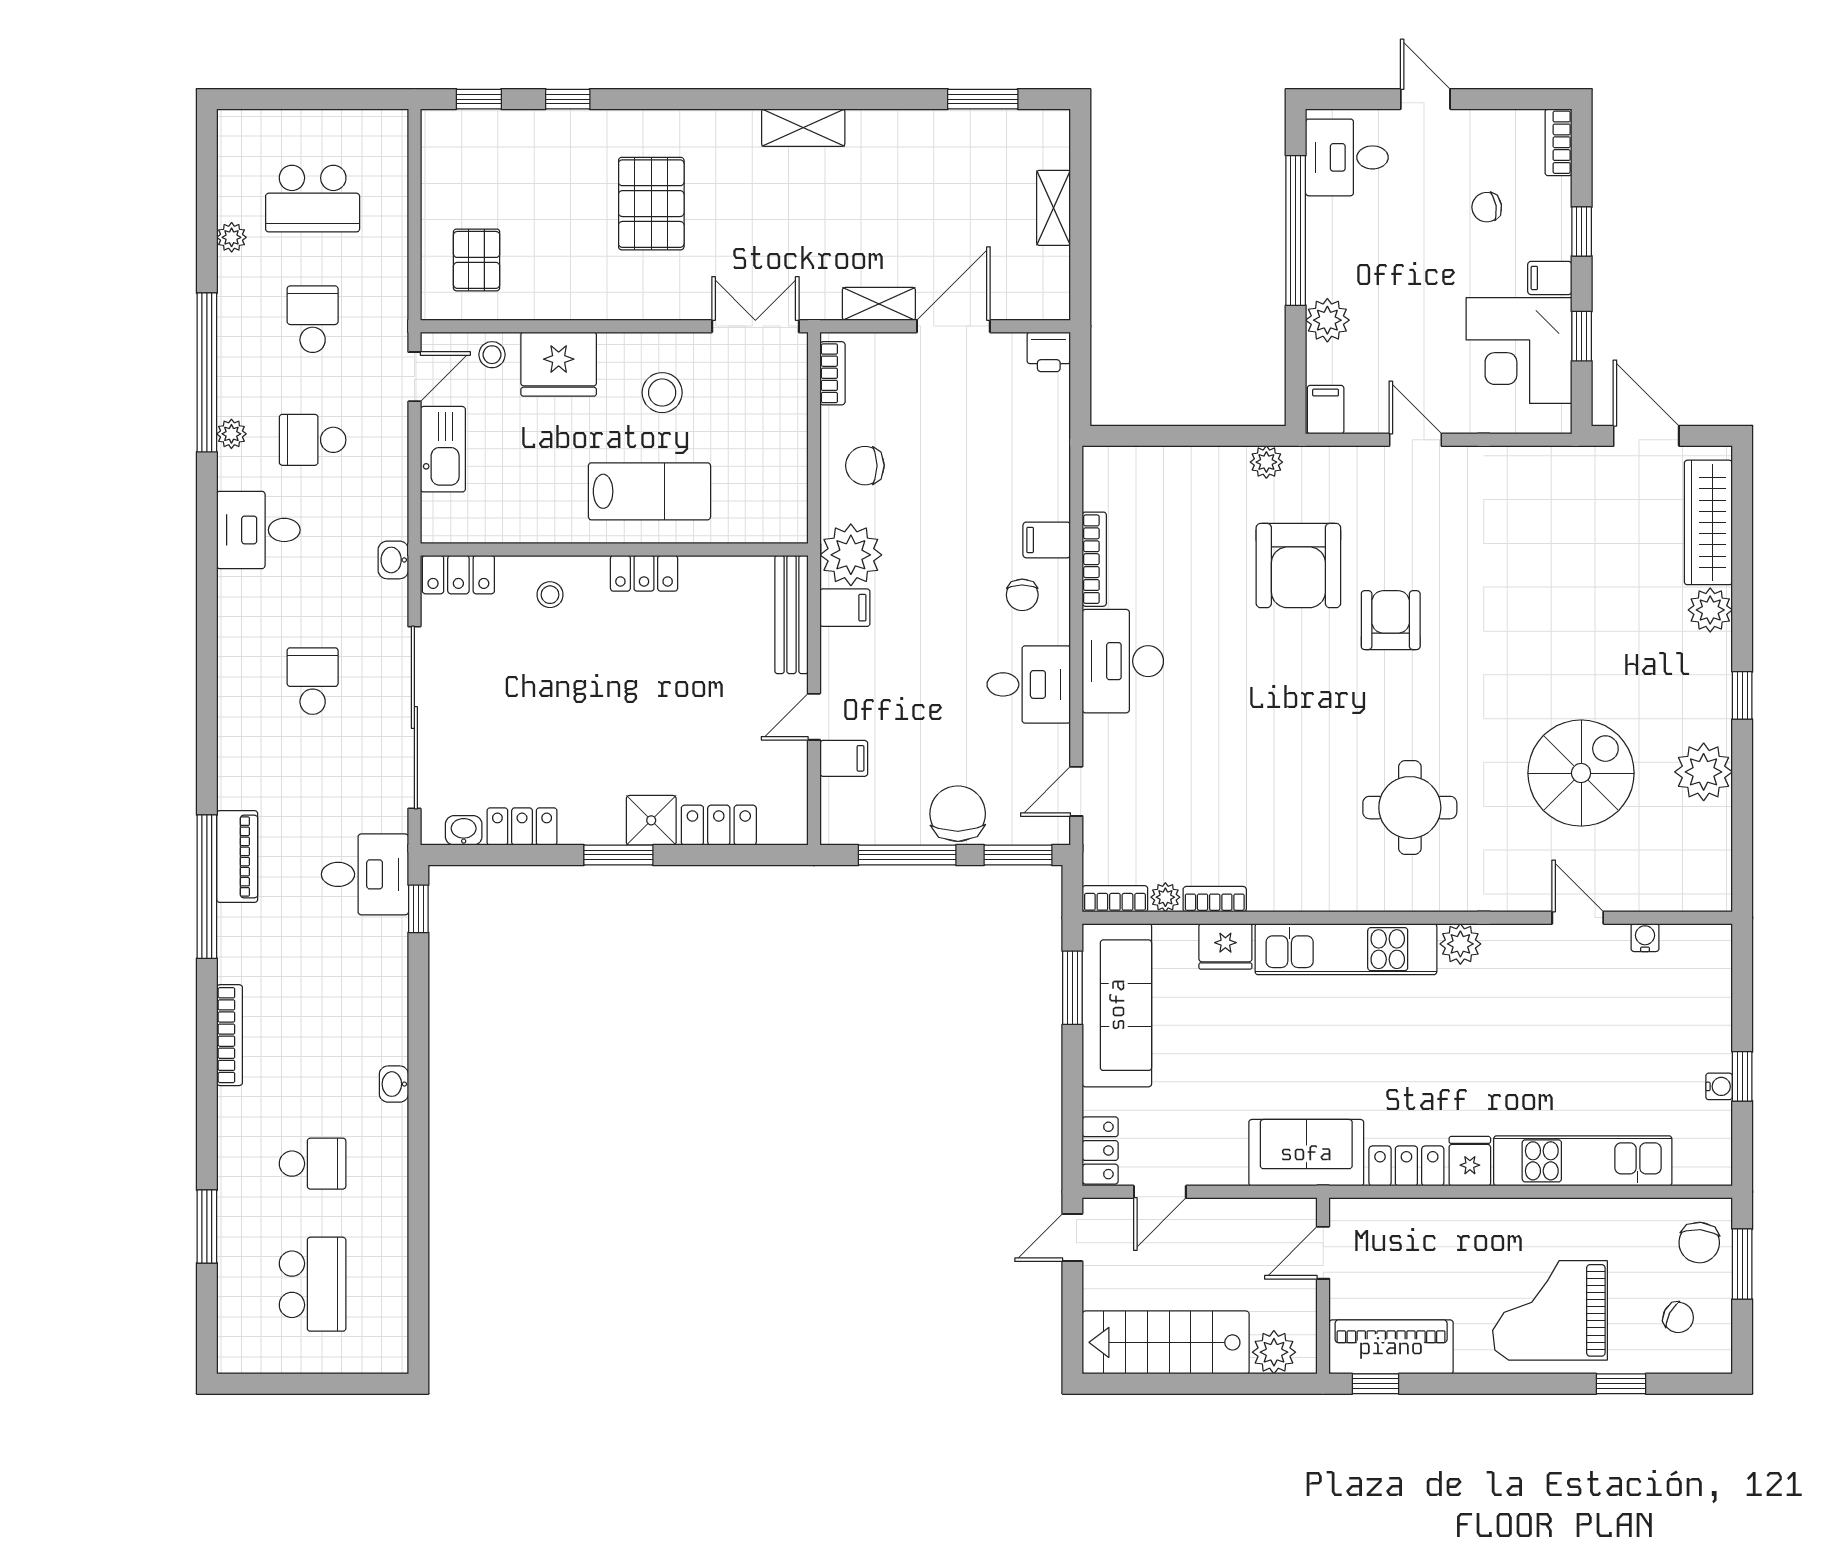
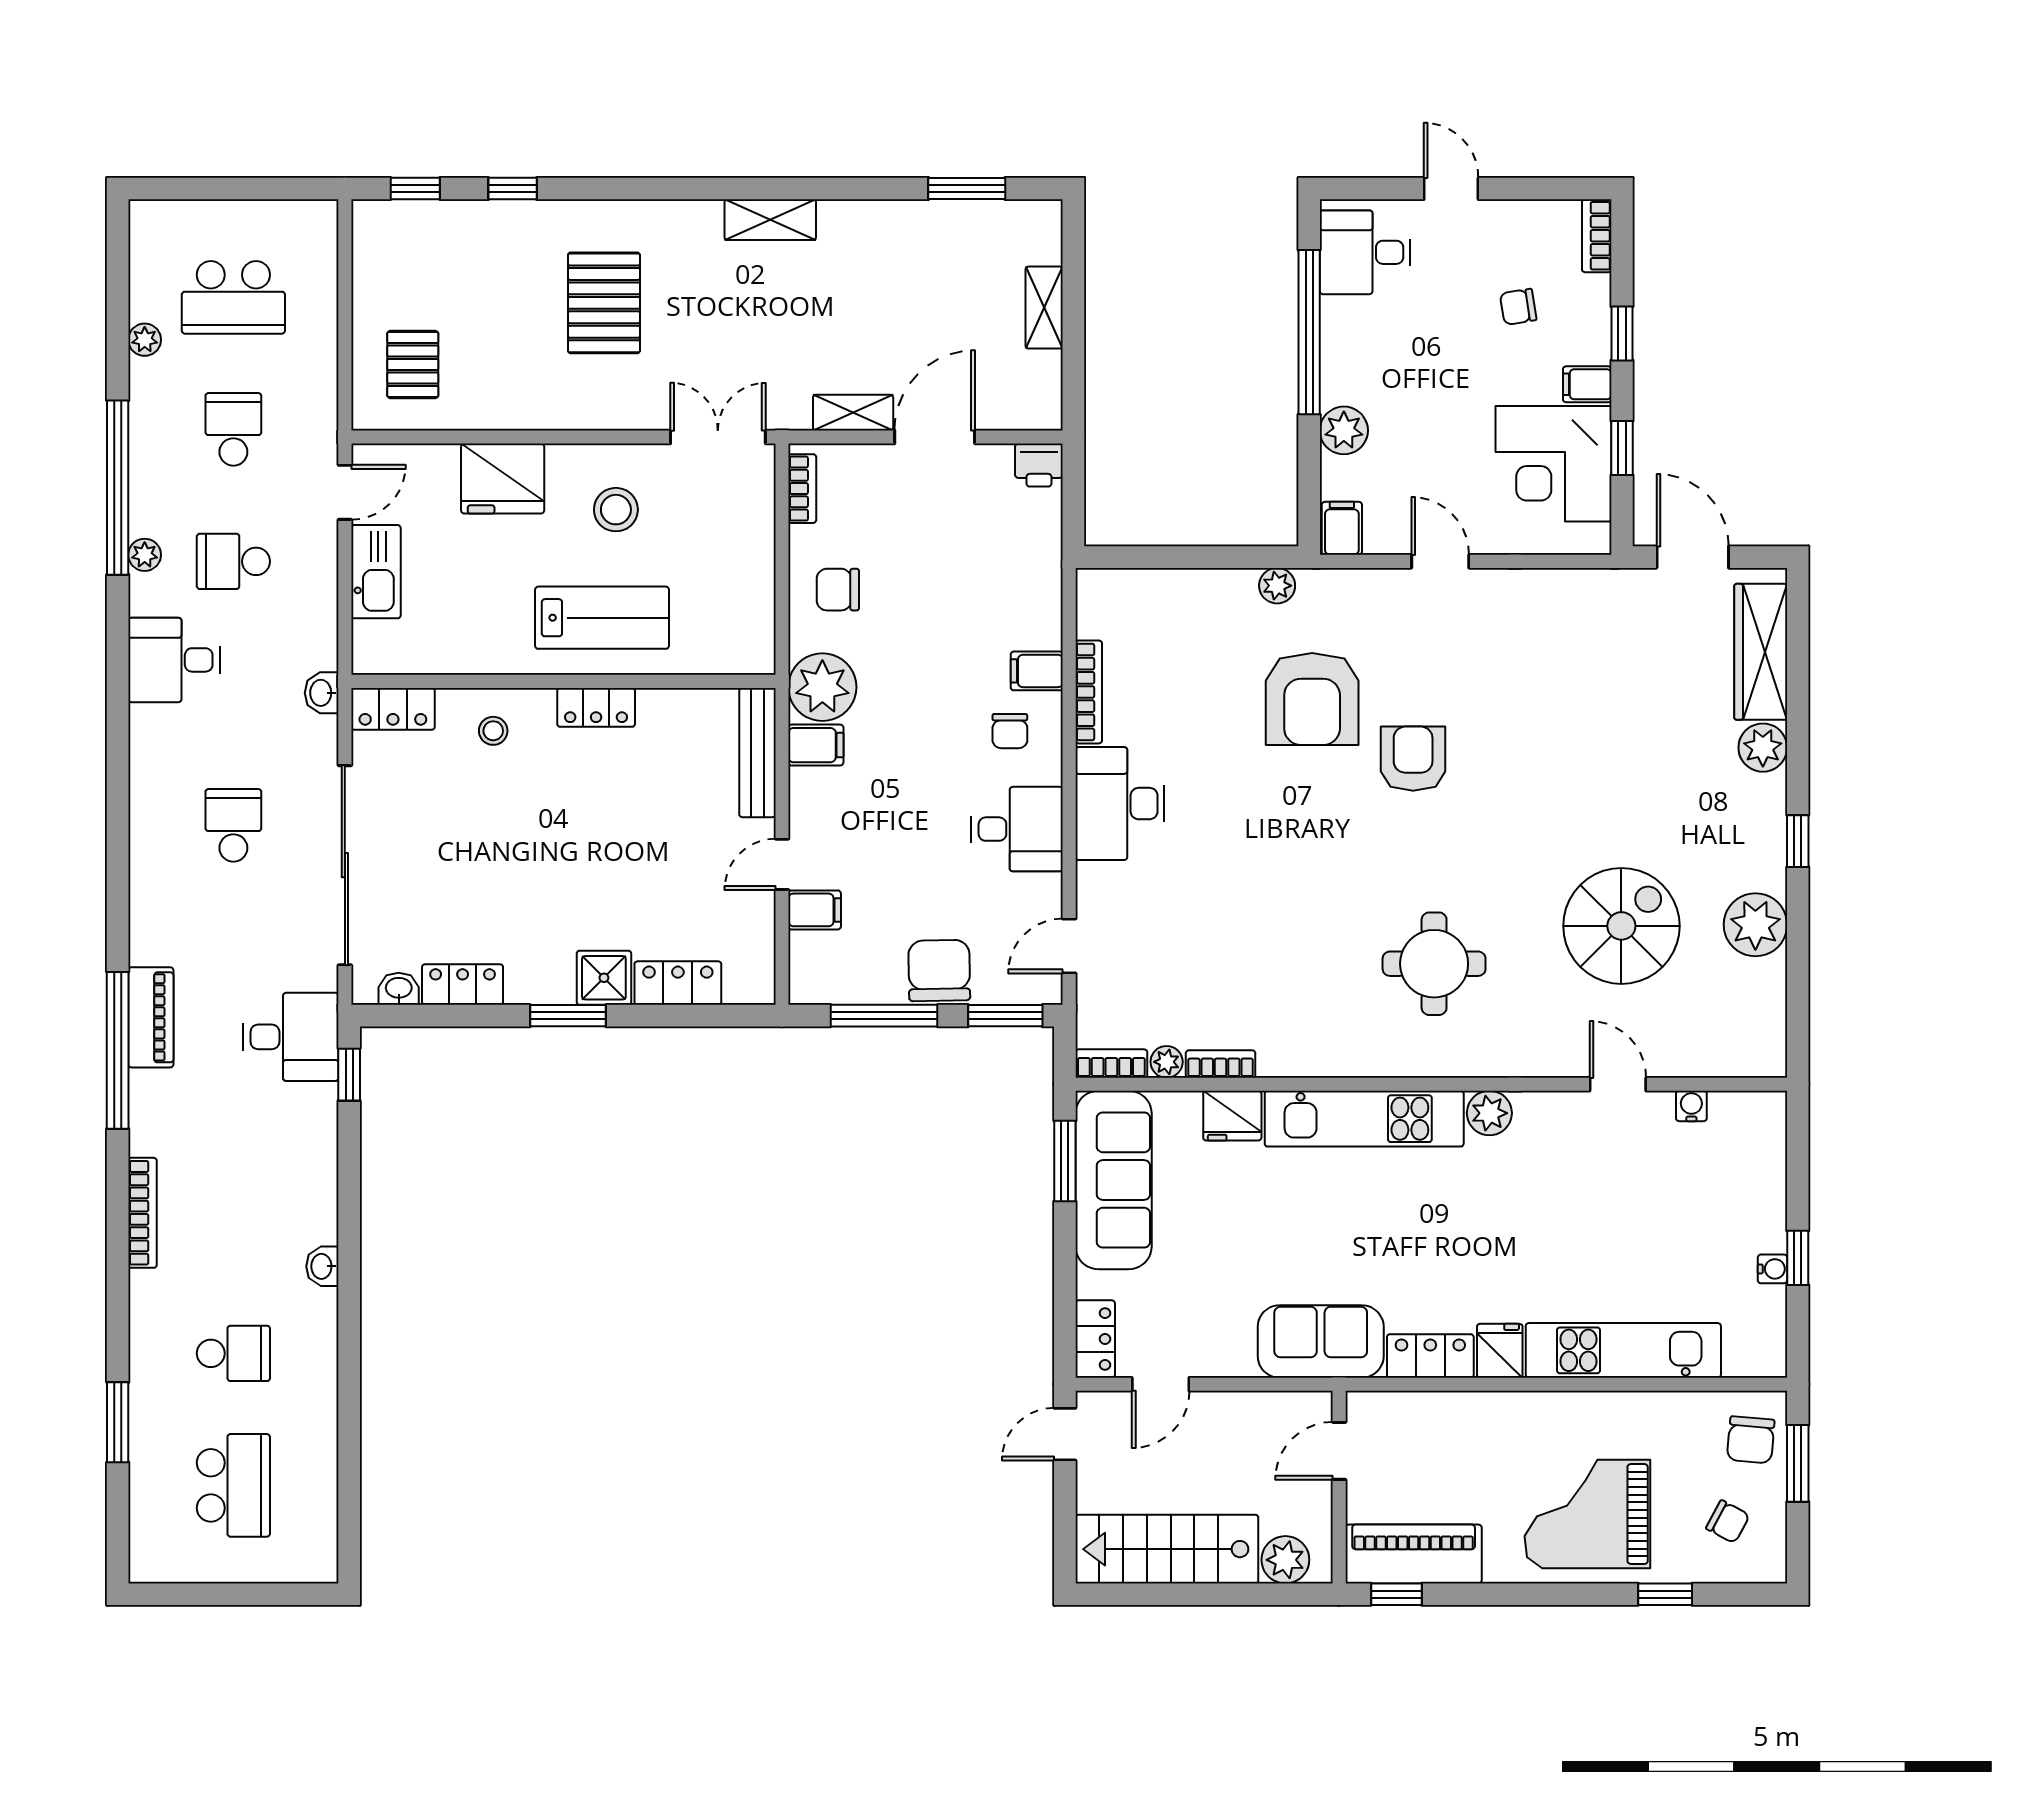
stool: (492, 355) -> (430, 468), removed

